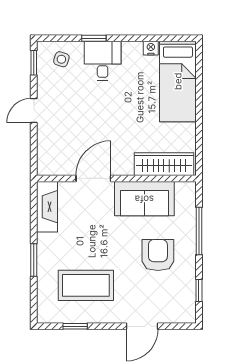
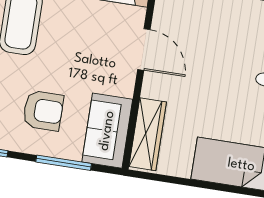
sofa: (144, 199) -> (107, 131), moved

